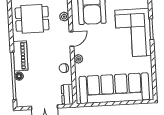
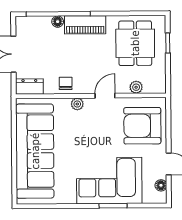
door: (71, 39) -> (105, 96), swing flipped

